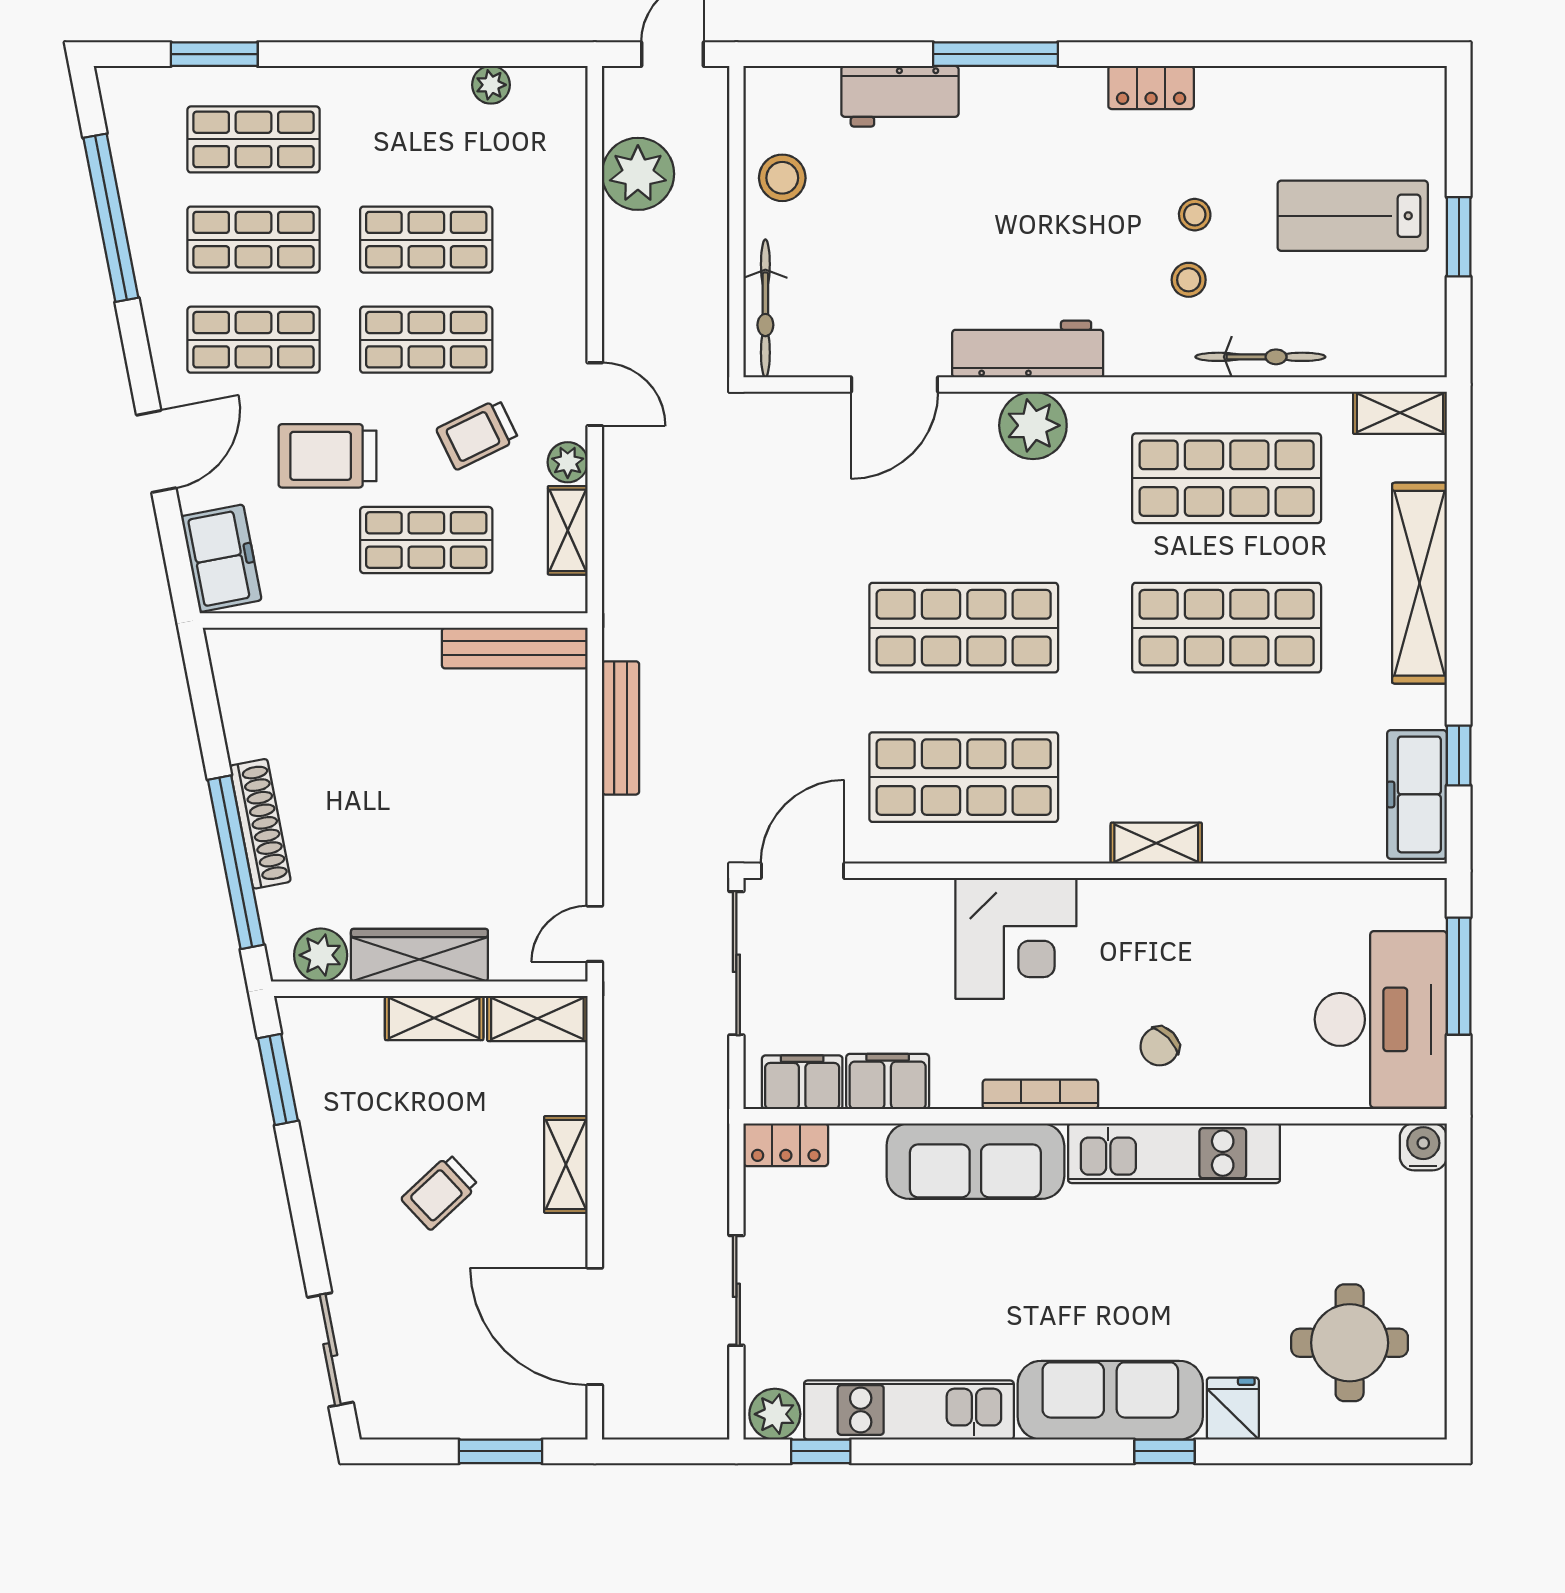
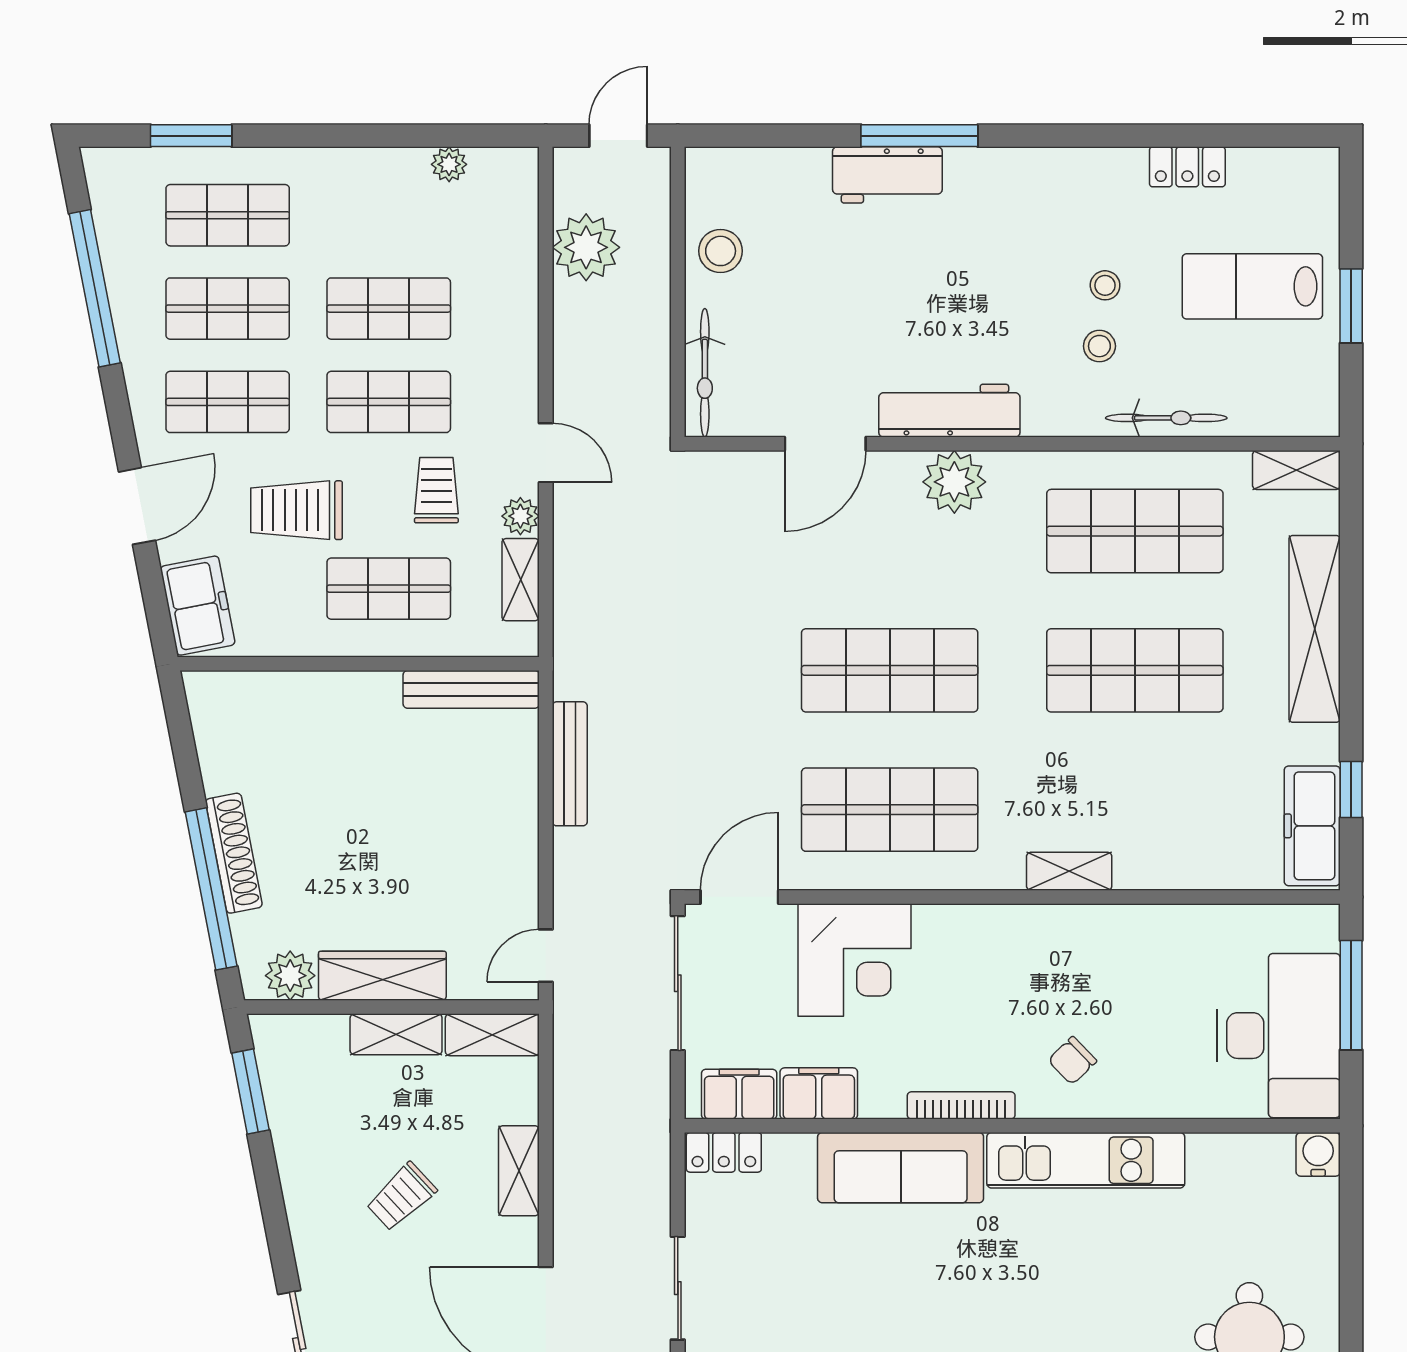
locker: (1151, 88) -> (1187, 167), moved
workbench: (900, 96) -> (887, 175), moved
trolley: (477, 434) -> (436, 490), turned 116
corner desk: (1016, 938) -> (855, 960), moved

